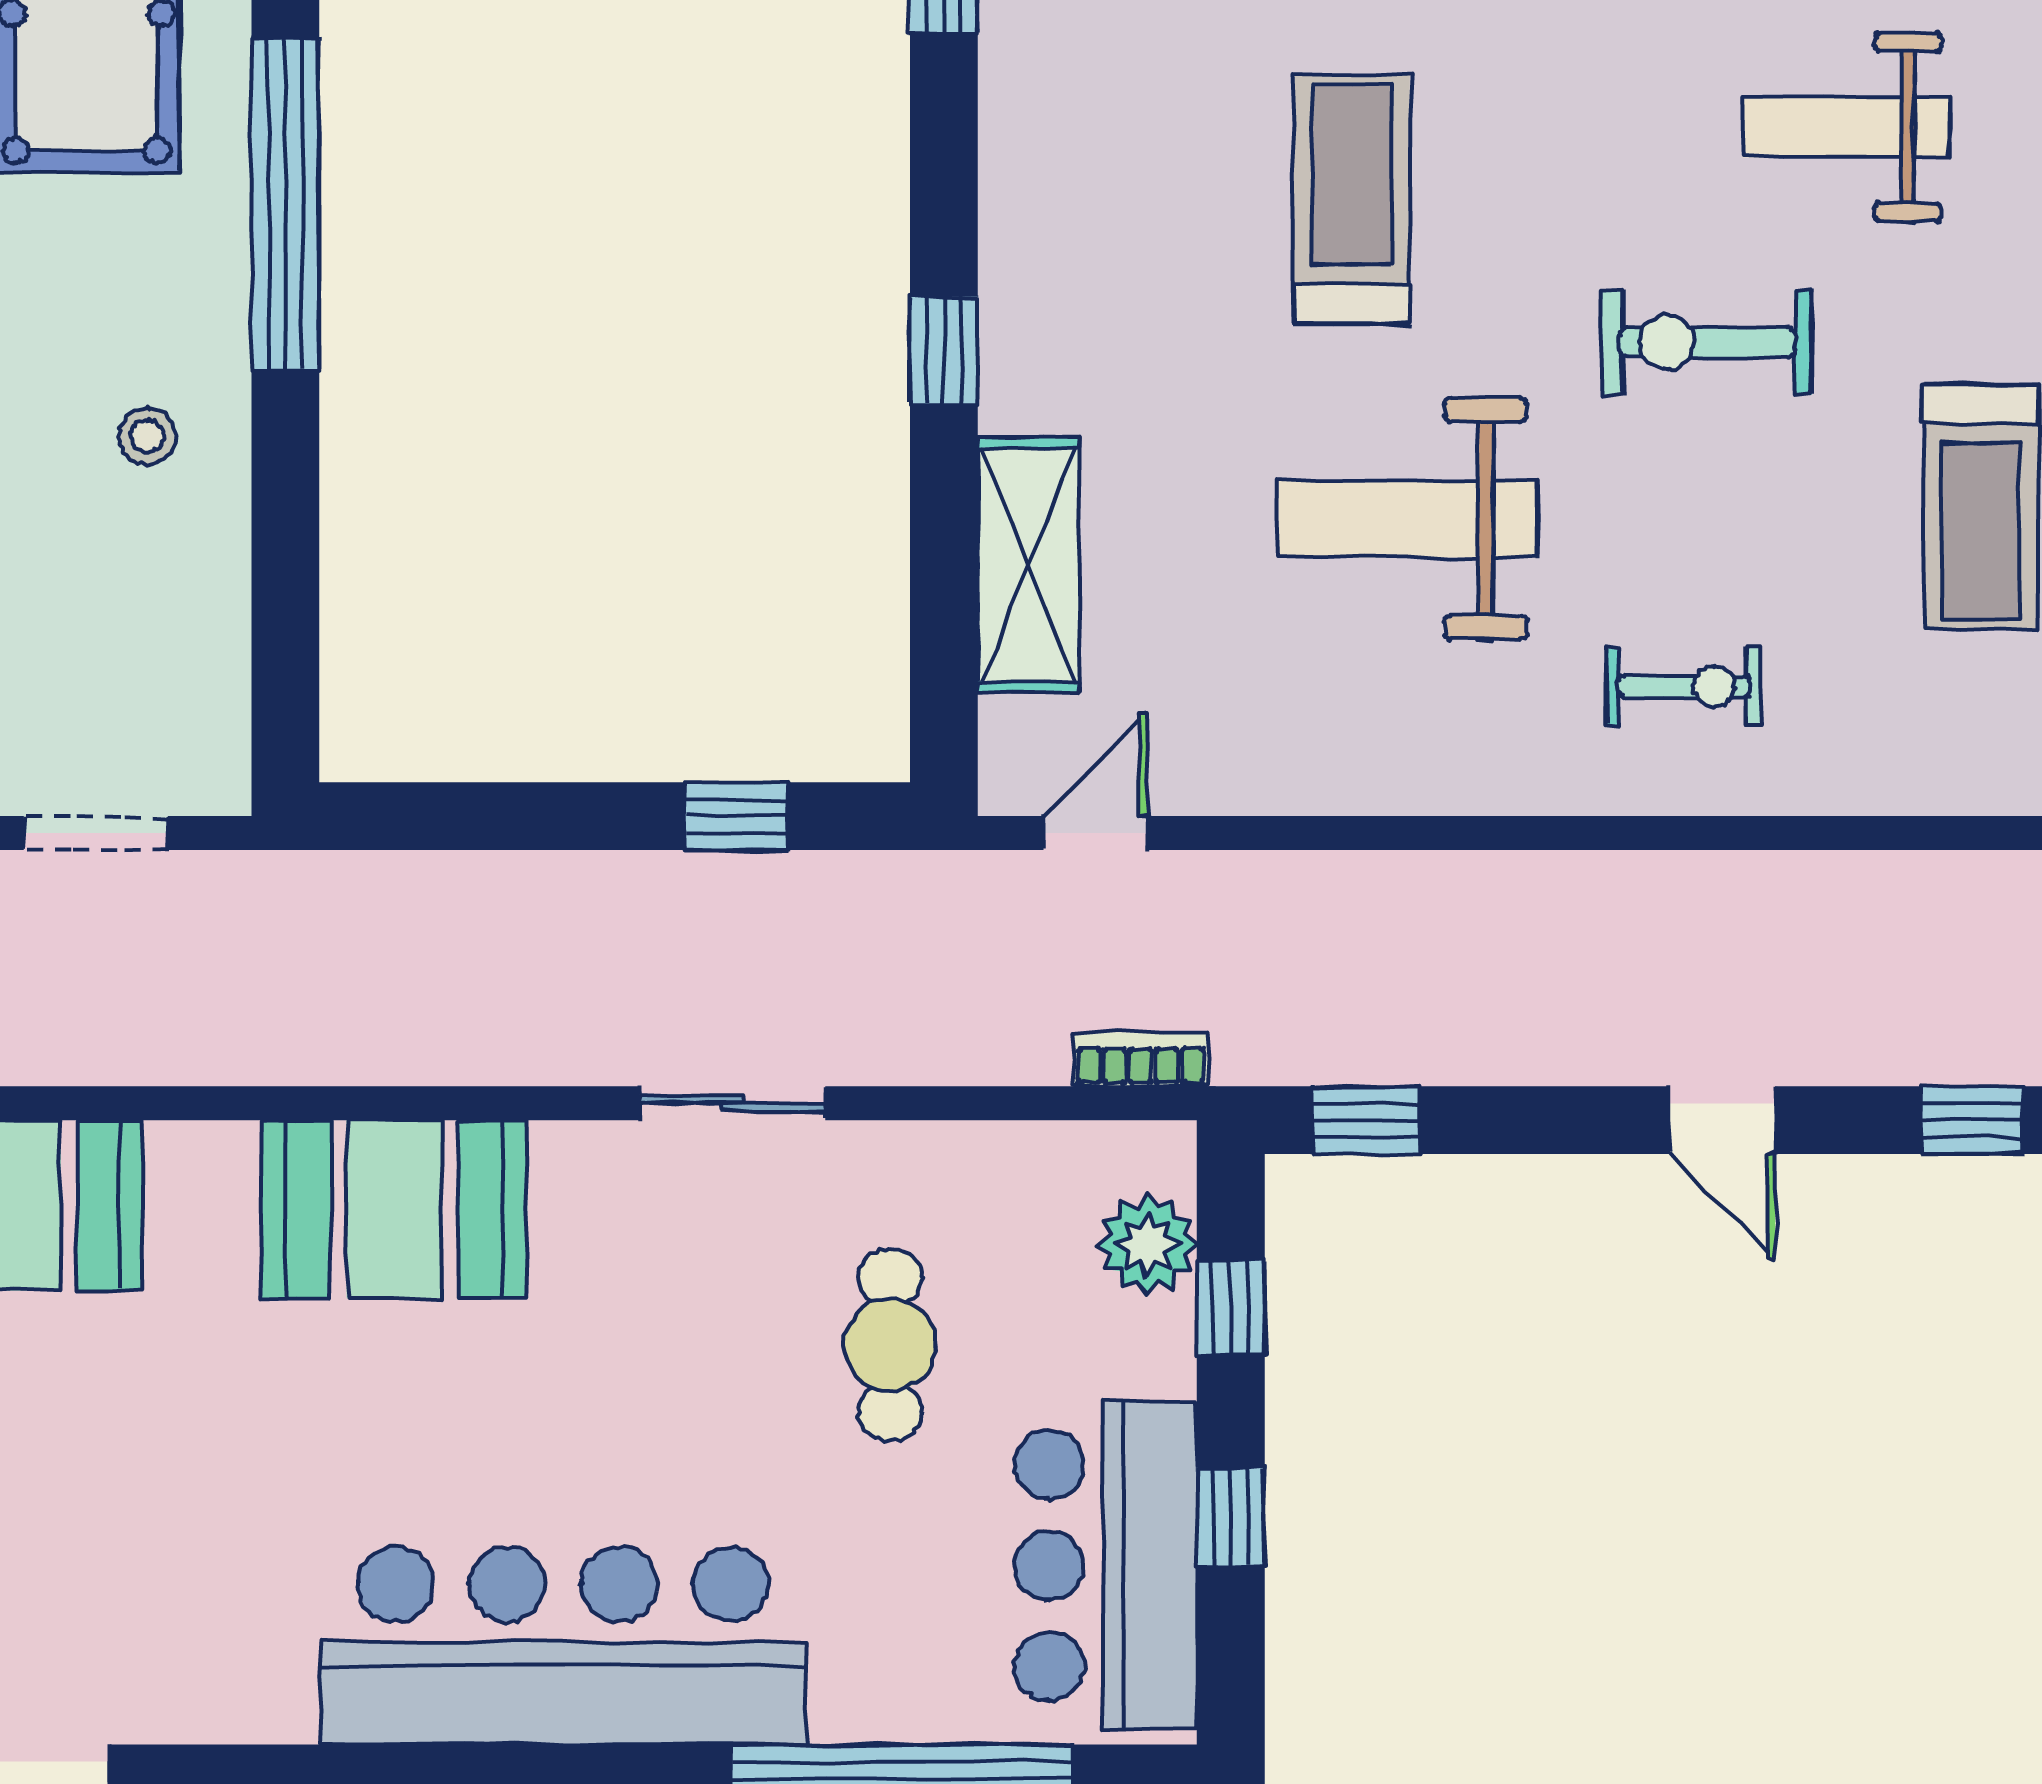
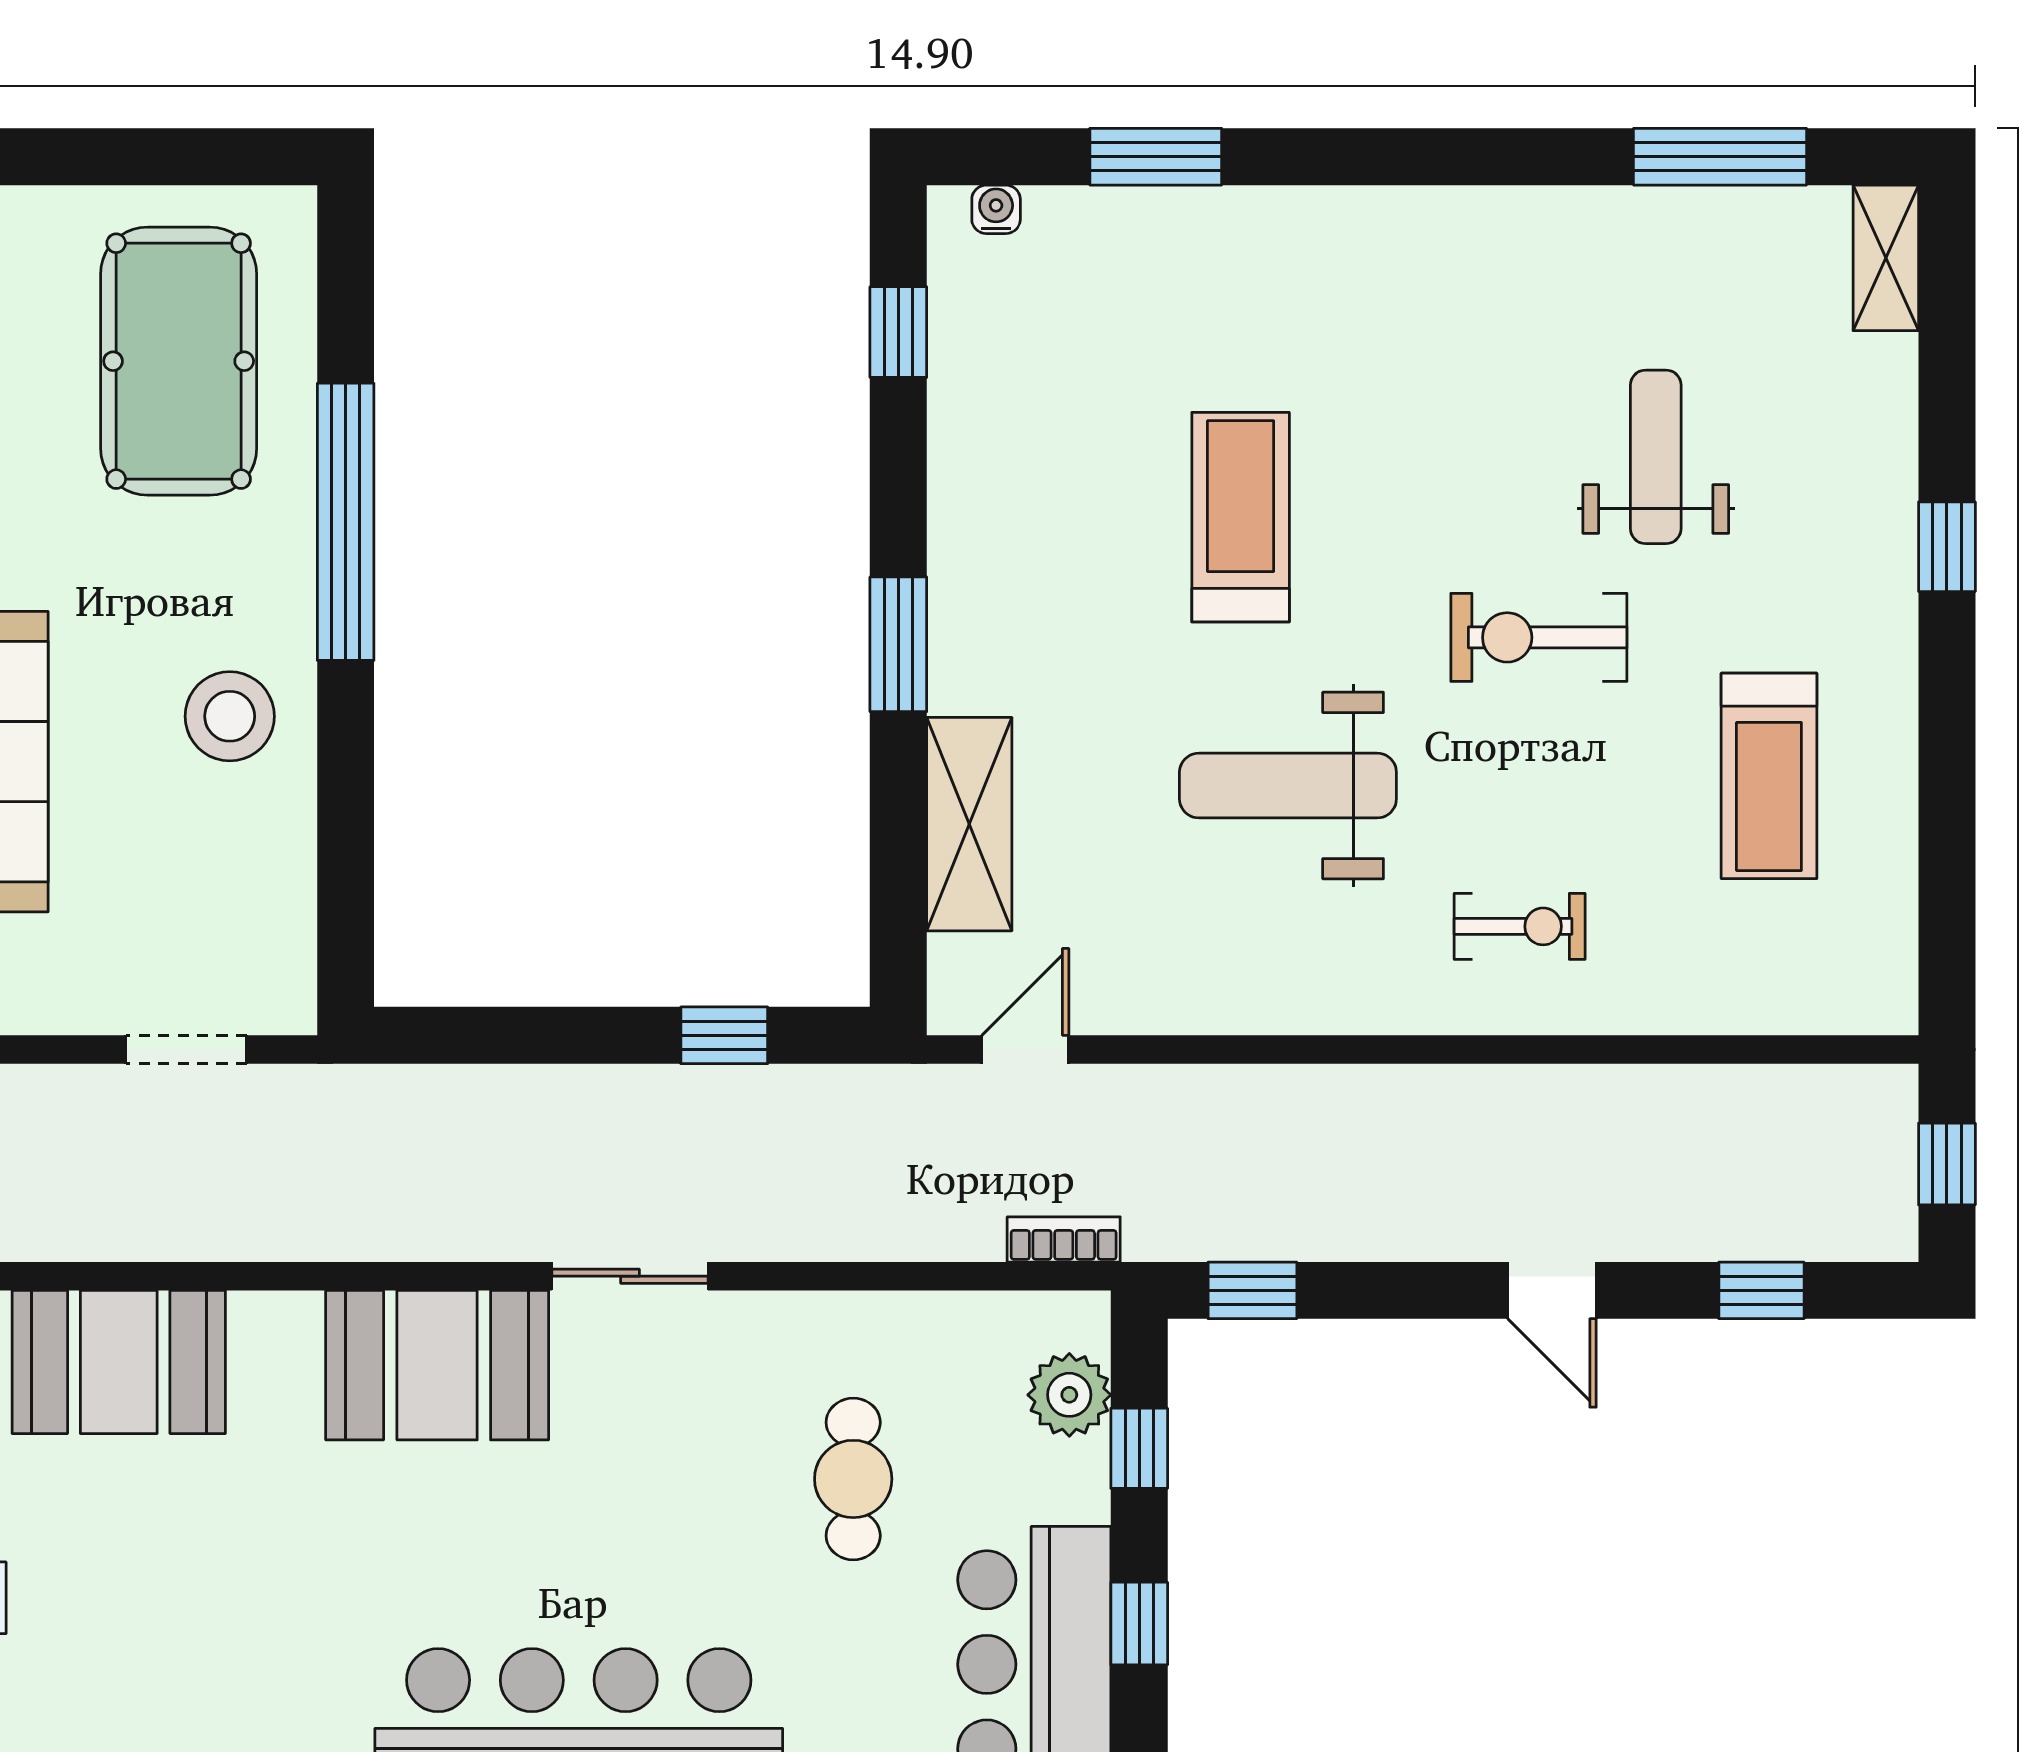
weight bench: (1846, 127) -> (1656, 457), turned 90
window: (944, 350) -> (898, 644), width x1.50
stool: (147, 436) -> (230, 716), width x1.89, depth x1.89
sliding door: (733, 1103) -> (630, 1276), moved

